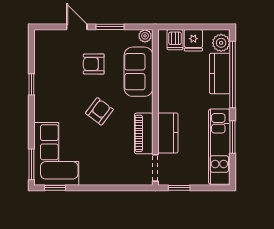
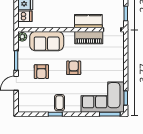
coffee table: (48, 91) -> (60, 103), added
armchair: (99, 111) -> (74, 68), turned 53

